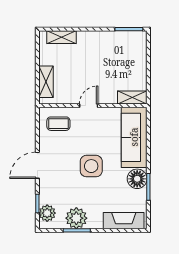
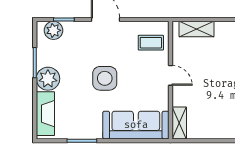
coffee table: (58, 124) -> (151, 43), turned 90
floor lamp: (137, 179) -> (91, 128), removed
plant: (76, 218) -> (48, 79), moved

